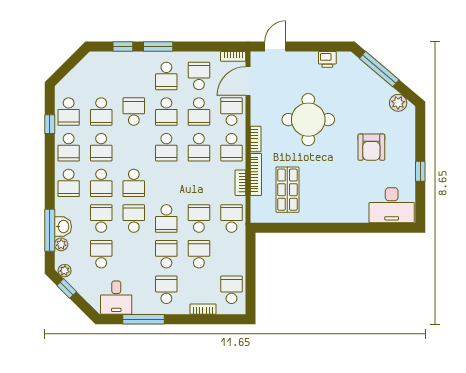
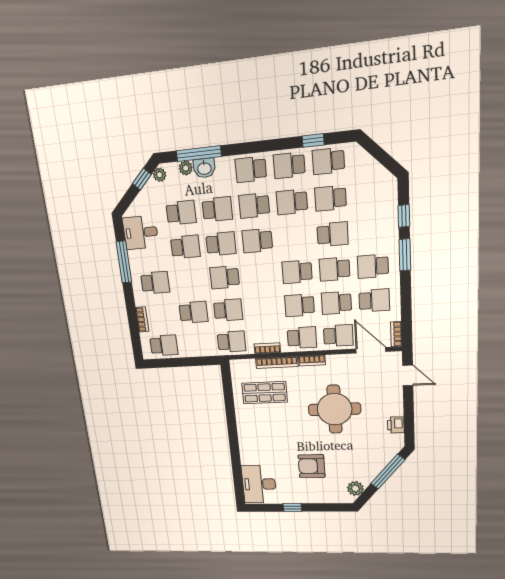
school desk: (232, 147) -> (302, 338), turned 180
school desk: (166, 254) -> (185, 247), moved

